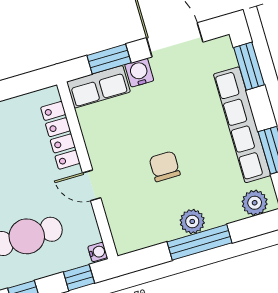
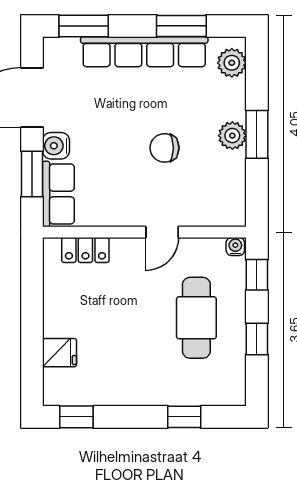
locker: (60, 135) -> (85, 250), width x0.66
window: (199, 242) -> (257, 134), width x0.69

